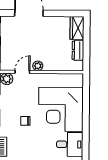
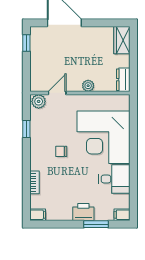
dresser: (78, 50) -> (123, 80), moved
plant: (38, 66) -> (88, 86), moved

